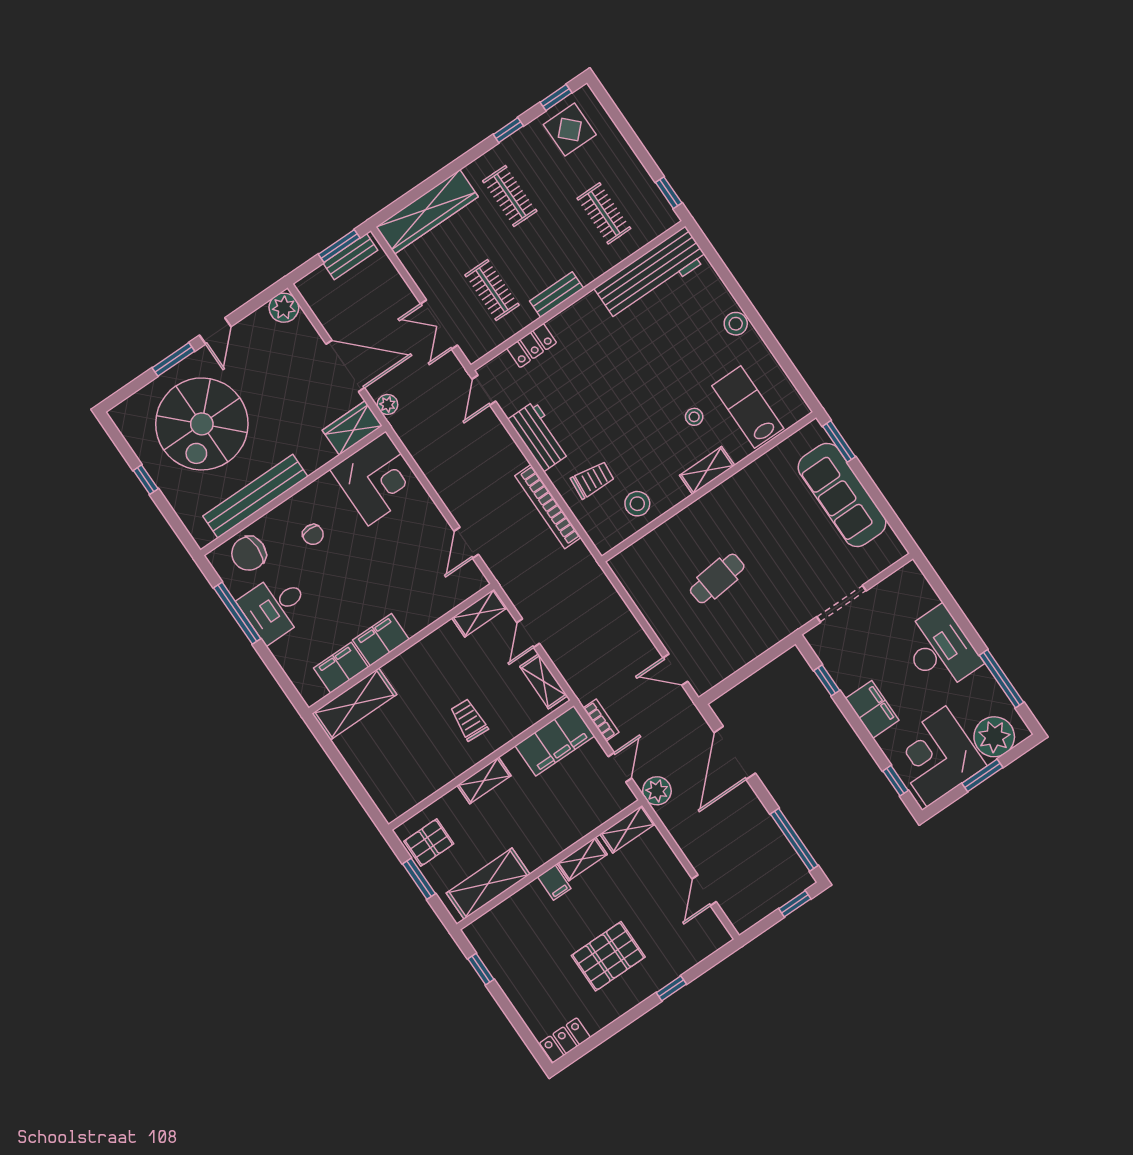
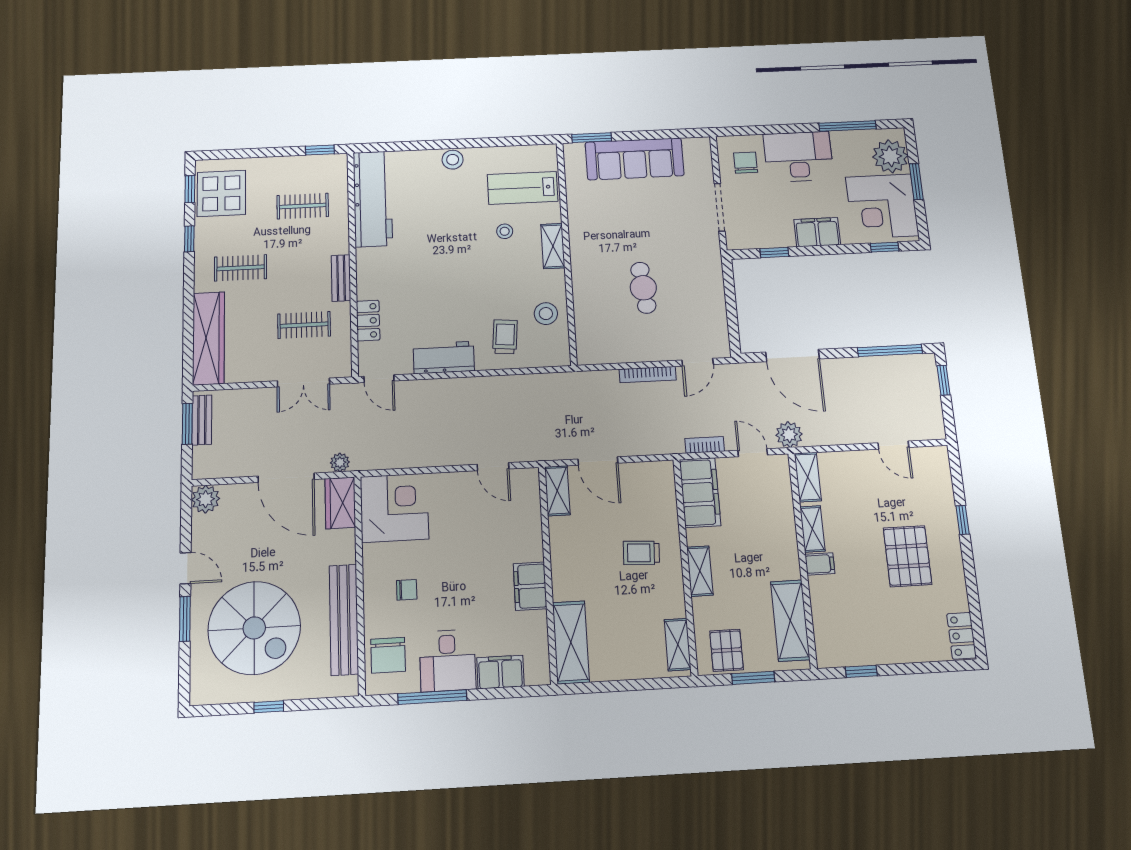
display table: (570, 130) -> (221, 193), width x1.36, depth x1.36
door: (345, 366) -> (286, 478), swing flipped
bookcase: (548, 507) -> (648, 375), moved, width x0.68, depth x0.76
chair: (903, 602) -> (746, 163), added
door: (528, 633) -> (598, 461), width x1.38
filing cabinet: (341, 668) -> (500, 672), moved, turned 90
shelving: (544, 681) -> (678, 645), moved, turned 90

